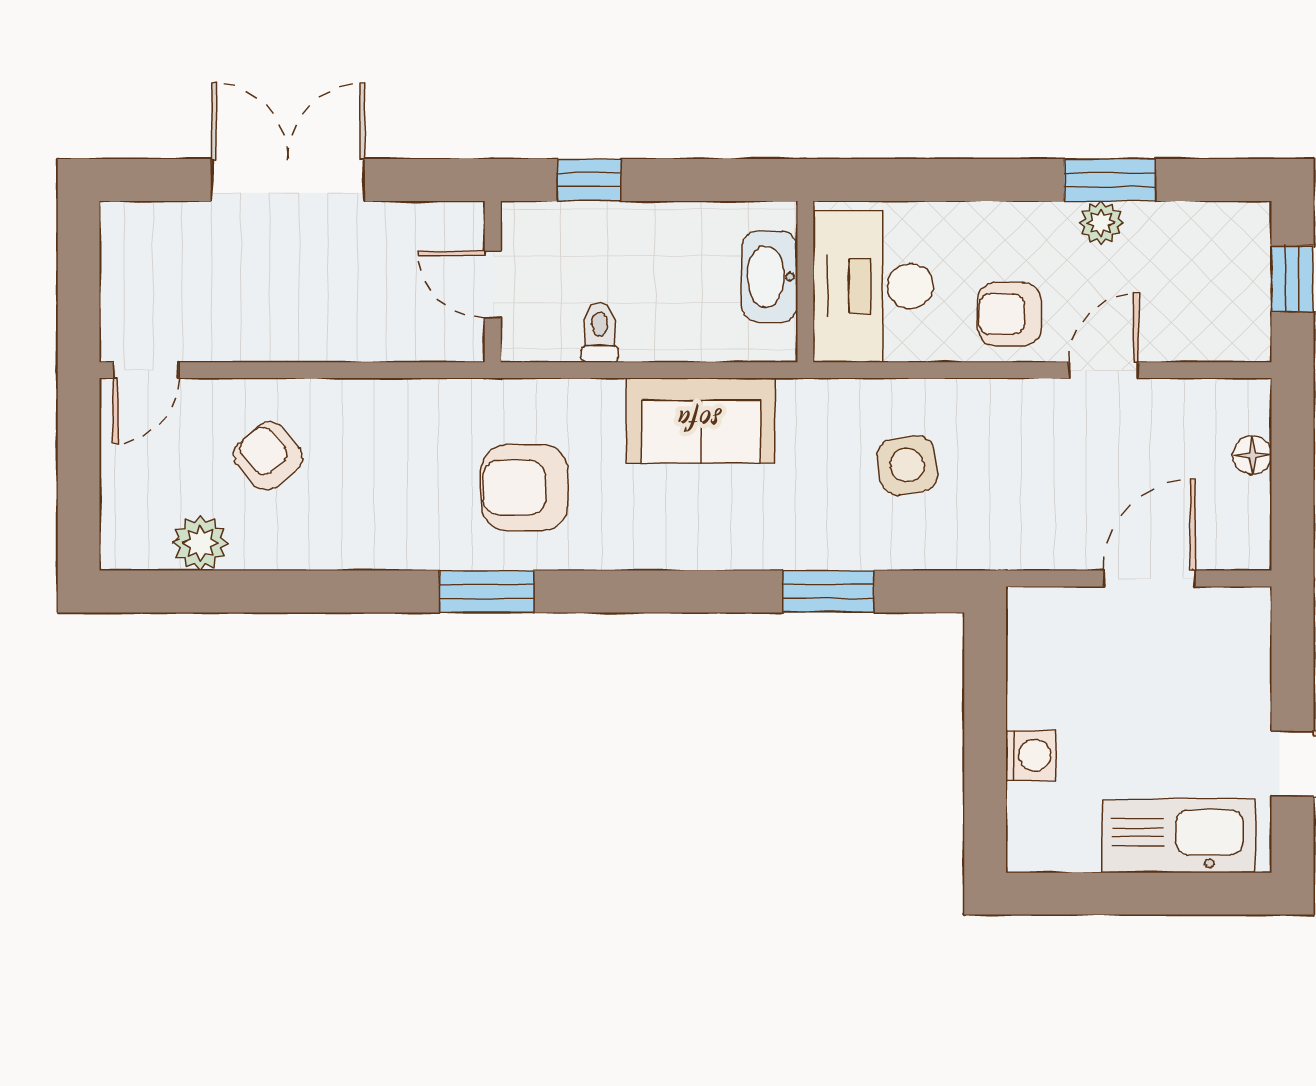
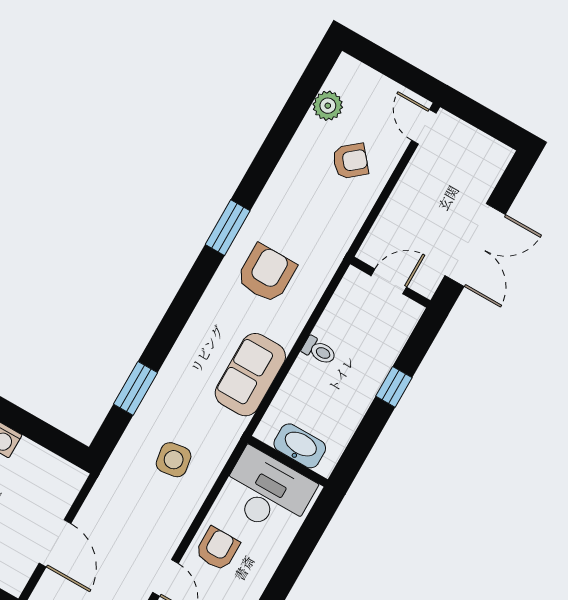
wall: (493, 282) -> (390, 282), moved
door: (493, 284) -> (389, 281), moved

